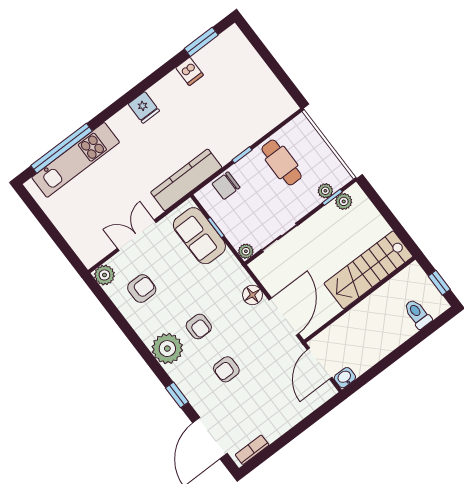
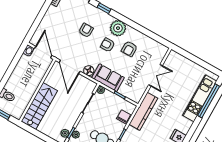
sofa: (199, 236) -> (108, 78), moved
plant: (104, 275) -> (163, 50), removed
armchair: (142, 289) -> (129, 49), moved

